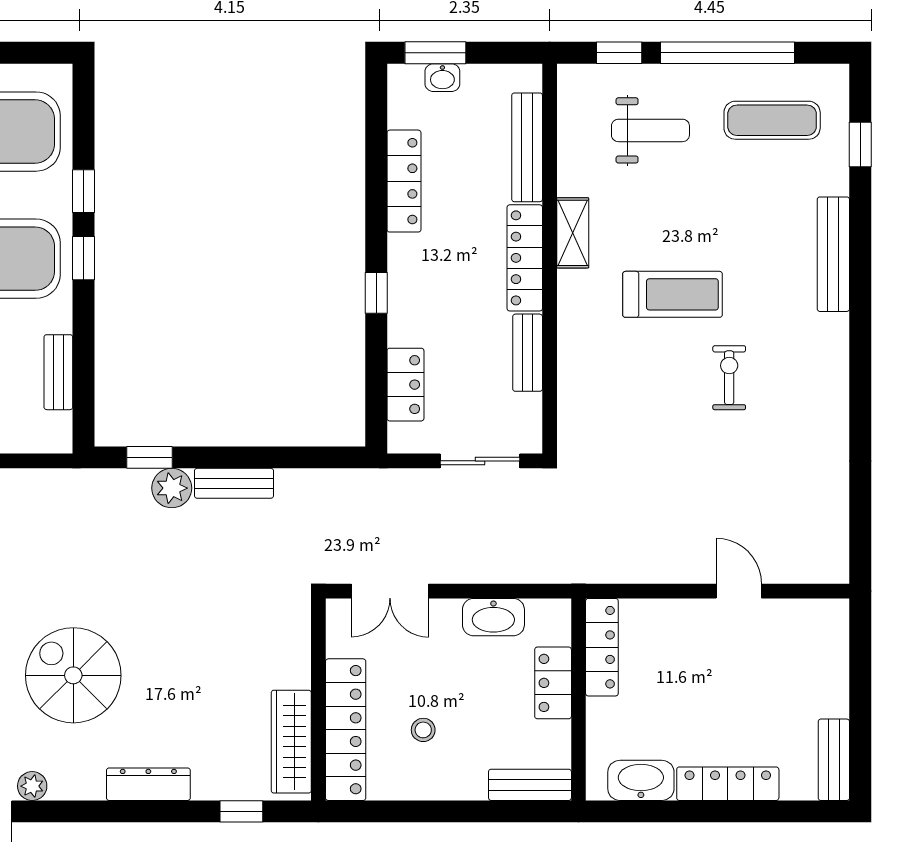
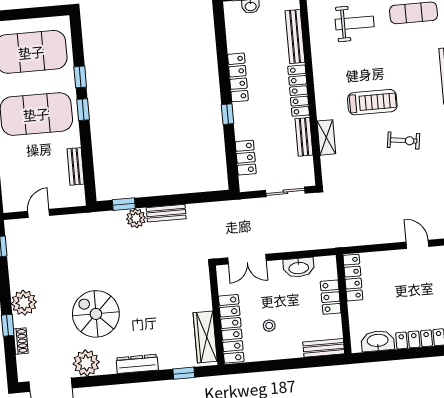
locker: (404, 181) -> (238, 77), moved
shelving: (573, 233) -> (326, 137), moved
exercise bike: (729, 378) -> (404, 140), turned 98
plant: (32, 786) -> (86, 363), width x1.88, depth x1.88

